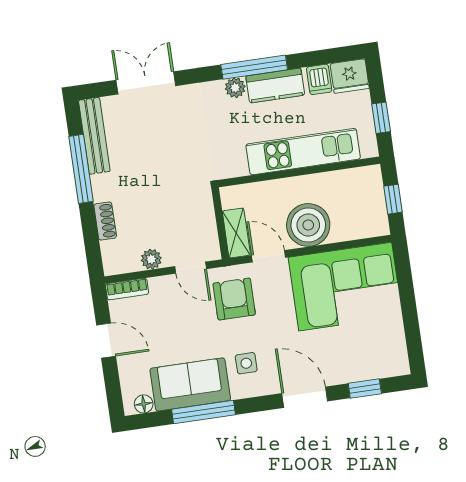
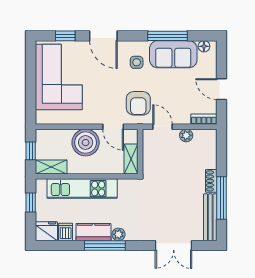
shelving: (357, 179) -> (51, 167), added
shoe rack: (105, 221) -> (211, 181), moved
shelving: (236, 233) -> (131, 159), moved
corner sofa: (345, 287) -> (59, 77), moved, turned 90

